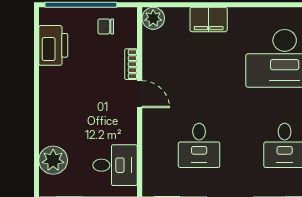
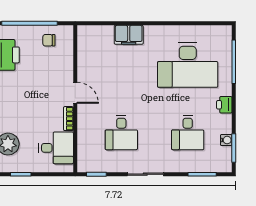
plant: (153, 18) -> (86, 34), removed
bookcase: (131, 64) -> (68, 119), moved

